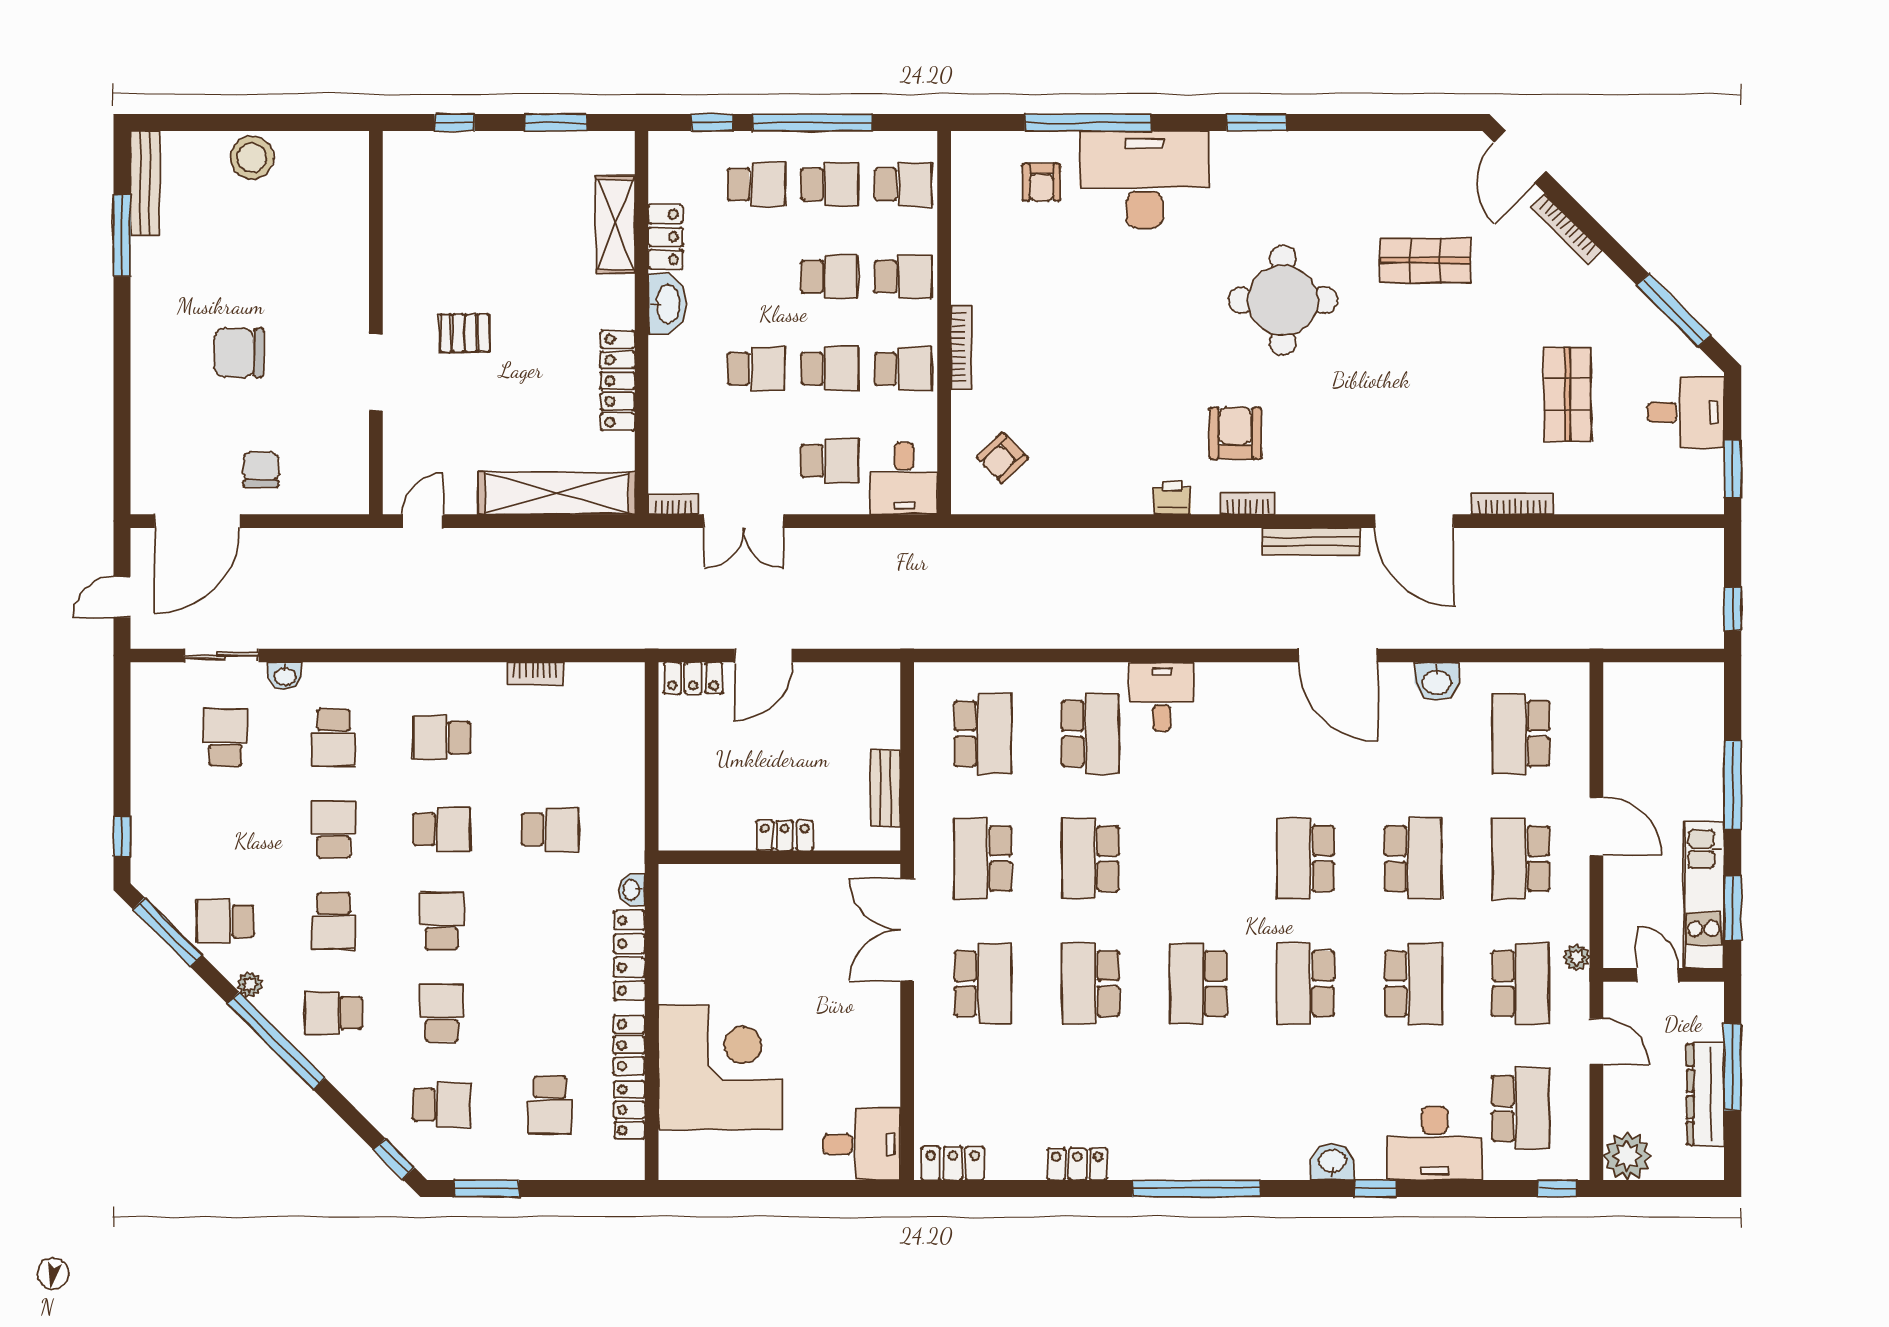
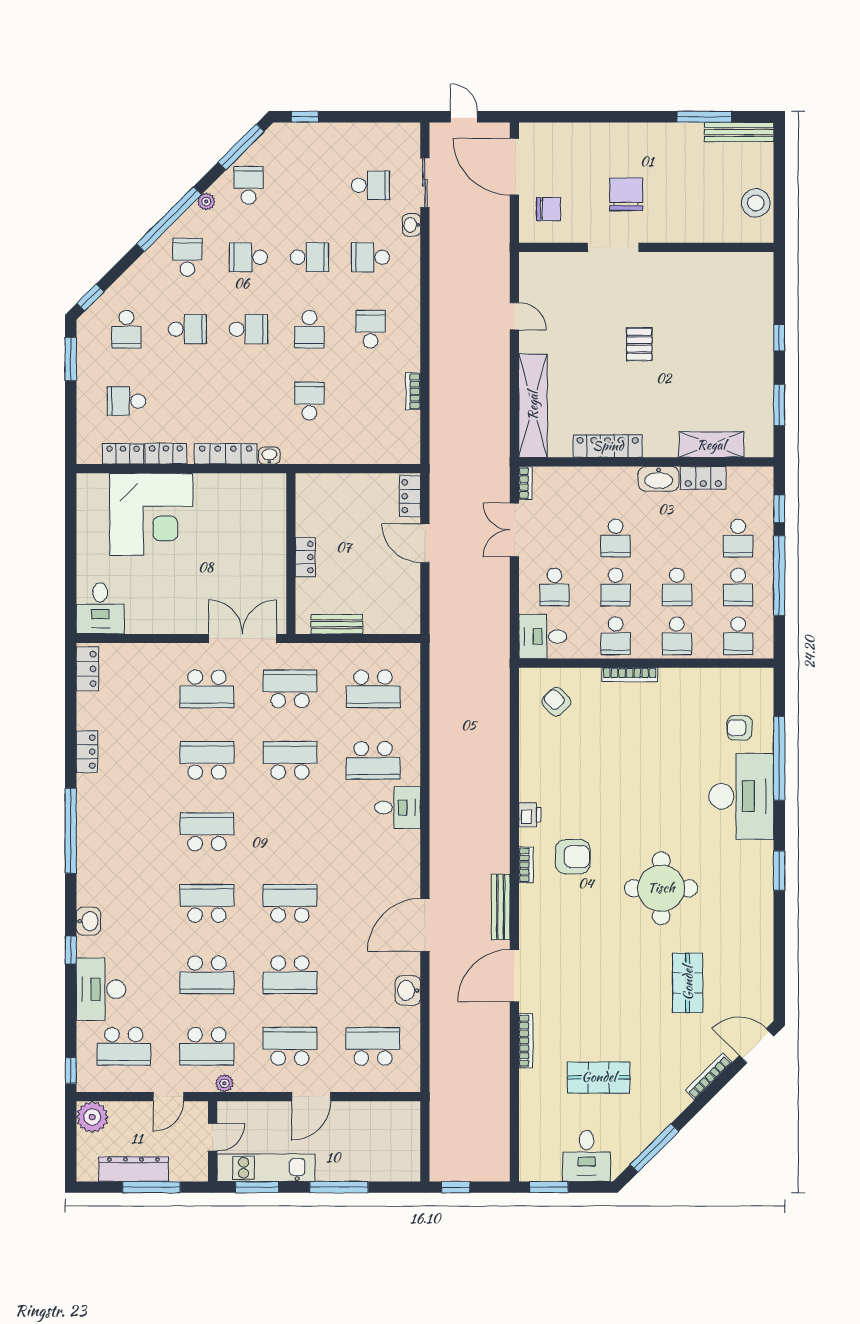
wall: (376, 323) -> (646, 247), moved
doorway: (376, 373) -> (613, 247), moved
school desk: (550, 829) -> (309, 401), turned 180

